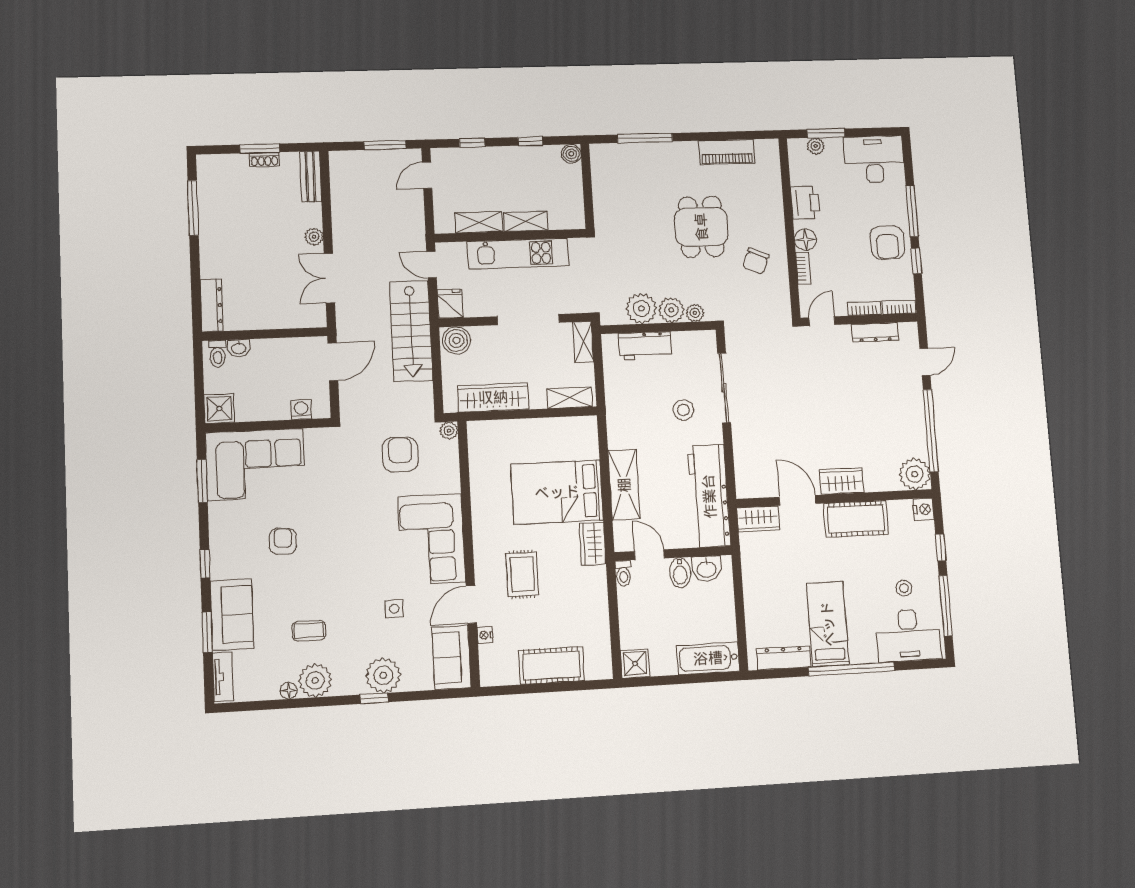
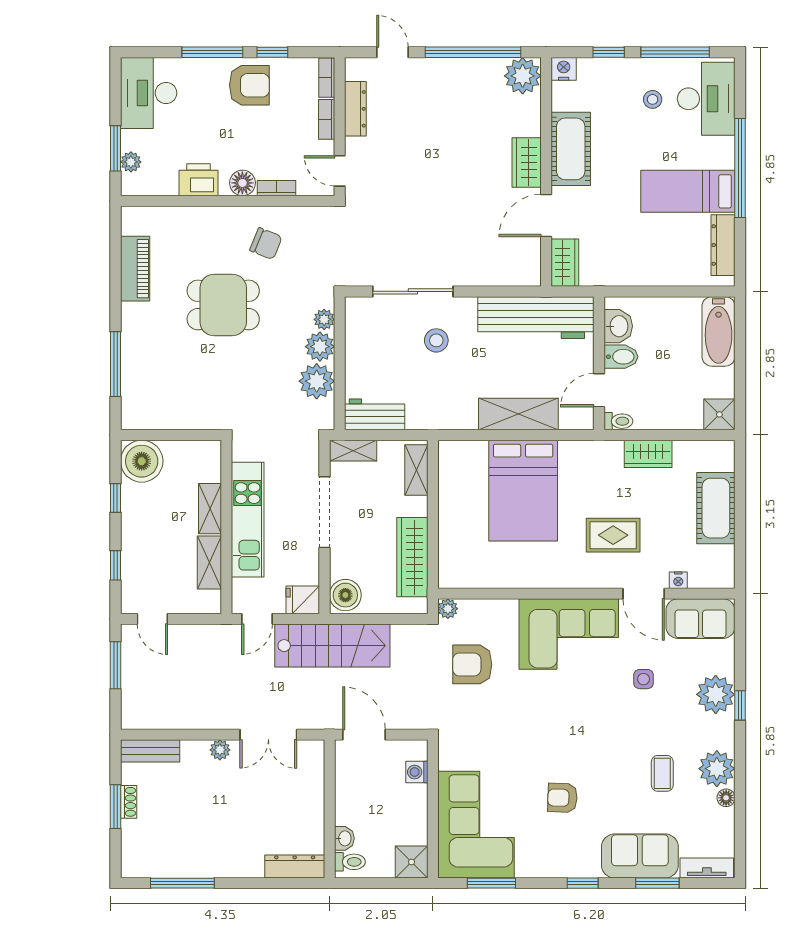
boiler: (571, 154) -> (142, 461), width x1.86, depth x1.86
workbench: (645, 346) -> (375, 414), moved, turned -90
wardrobe: (593, 544) -> (648, 454), moved

